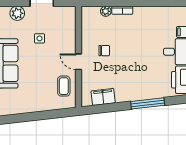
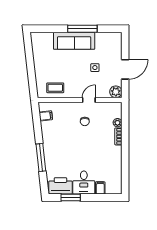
plant: (17, 13) -> (116, 92), moved
door: (78, 62) -> (89, 100), moved
filing cabinet: (103, 97) -> (46, 116), width x0.50

